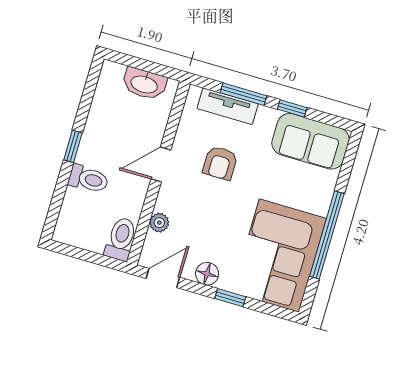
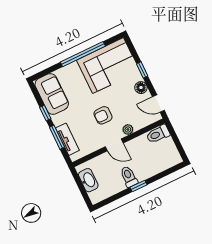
armchair: (220, 163) -> (103, 115), moved, turned 180
toilet: (88, 179) -> (129, 177), moved
plant: (159, 223) -> (128, 129), moved

